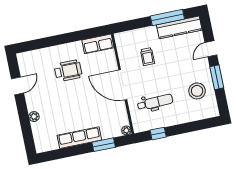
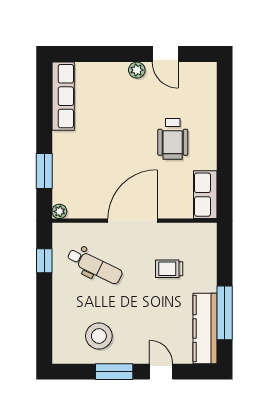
dental chair: (155, 102) -> (95, 266), turned -62
plant: (34, 117) -> (137, 70), moved
row of seats: (79, 138) -> (63, 96), moved

